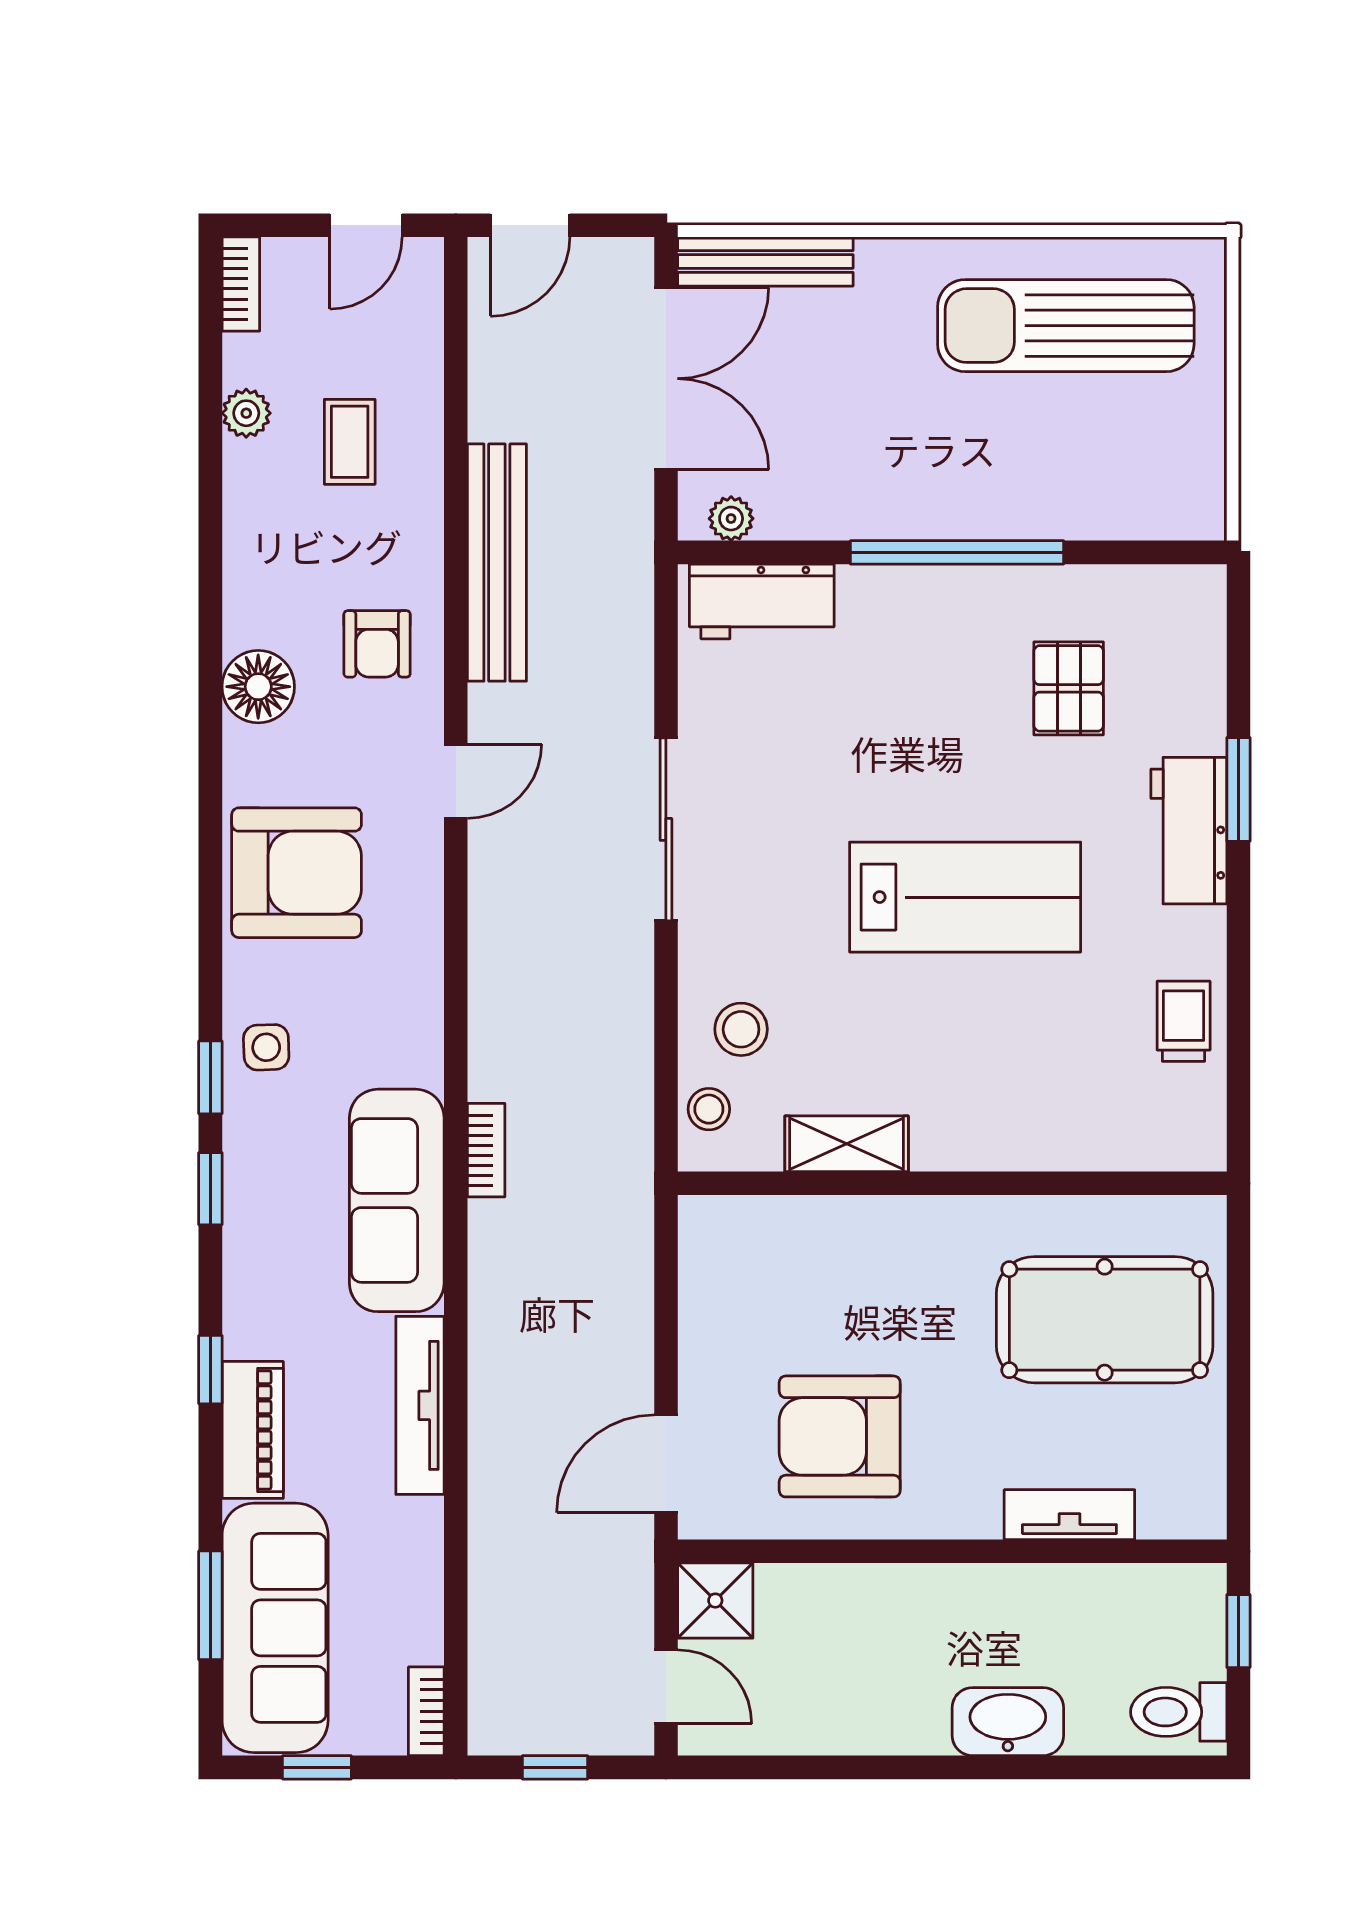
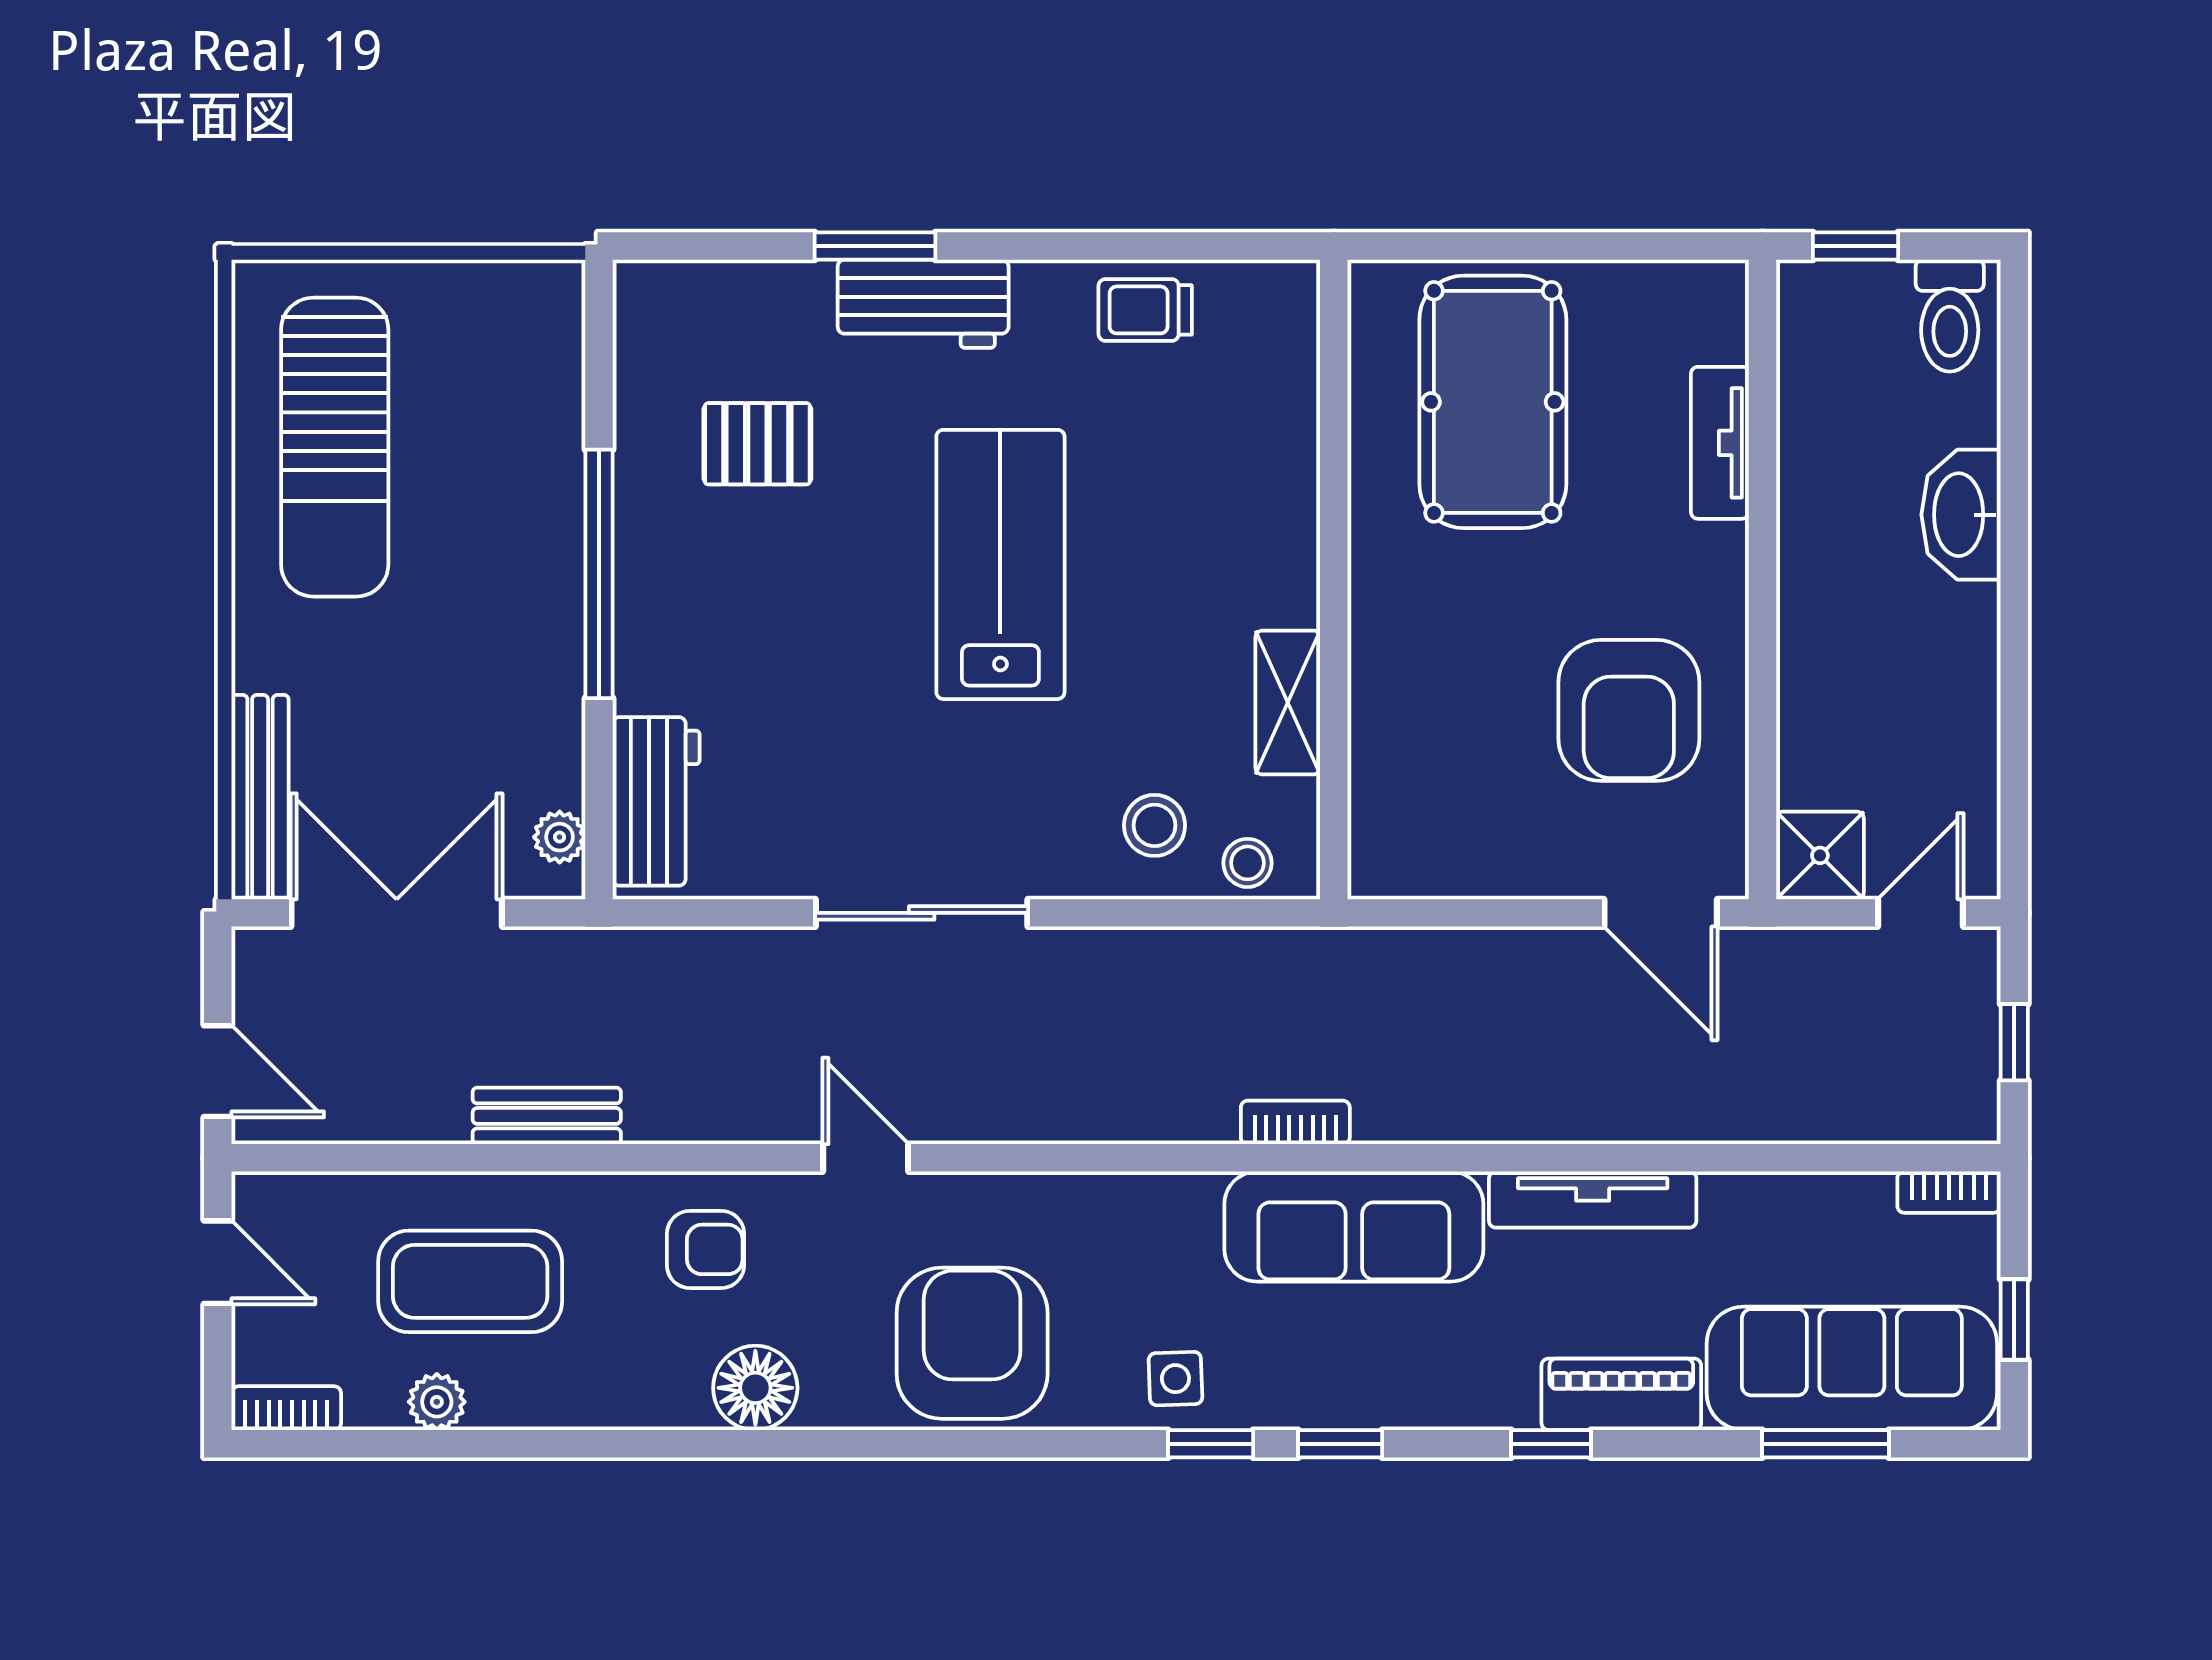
coffee table: (350, 442) -> (470, 1281), width x1.86, depth x1.72
bench: (497, 563) -> (547, 1116), width x0.54, depth x0.82

